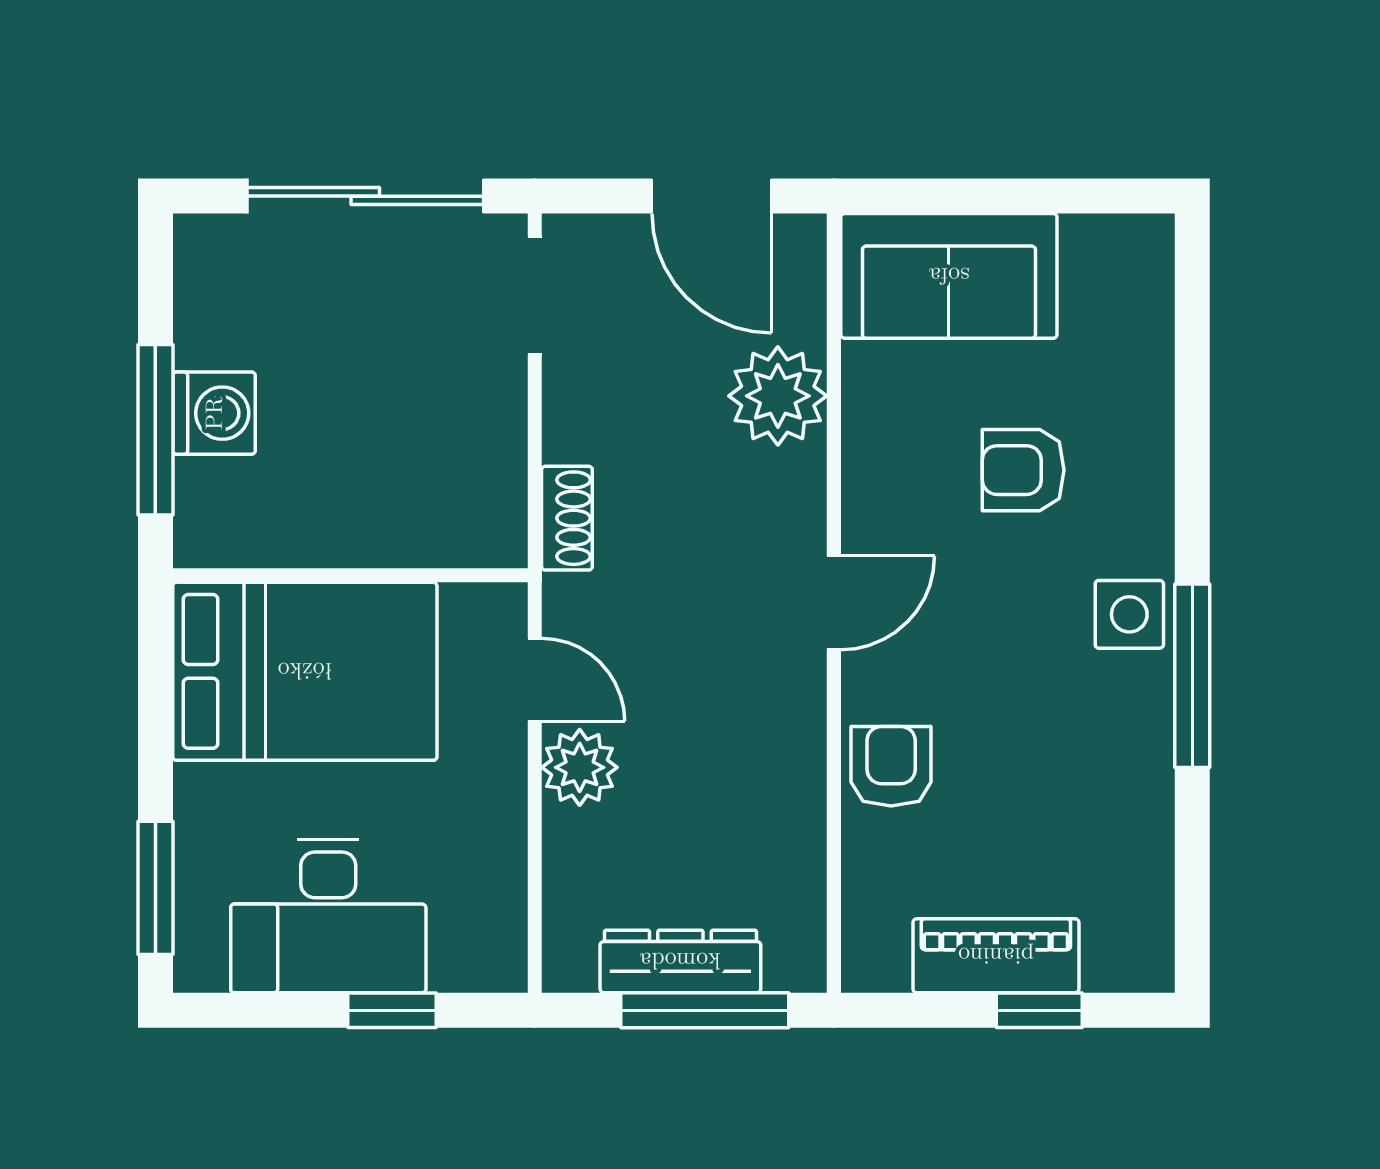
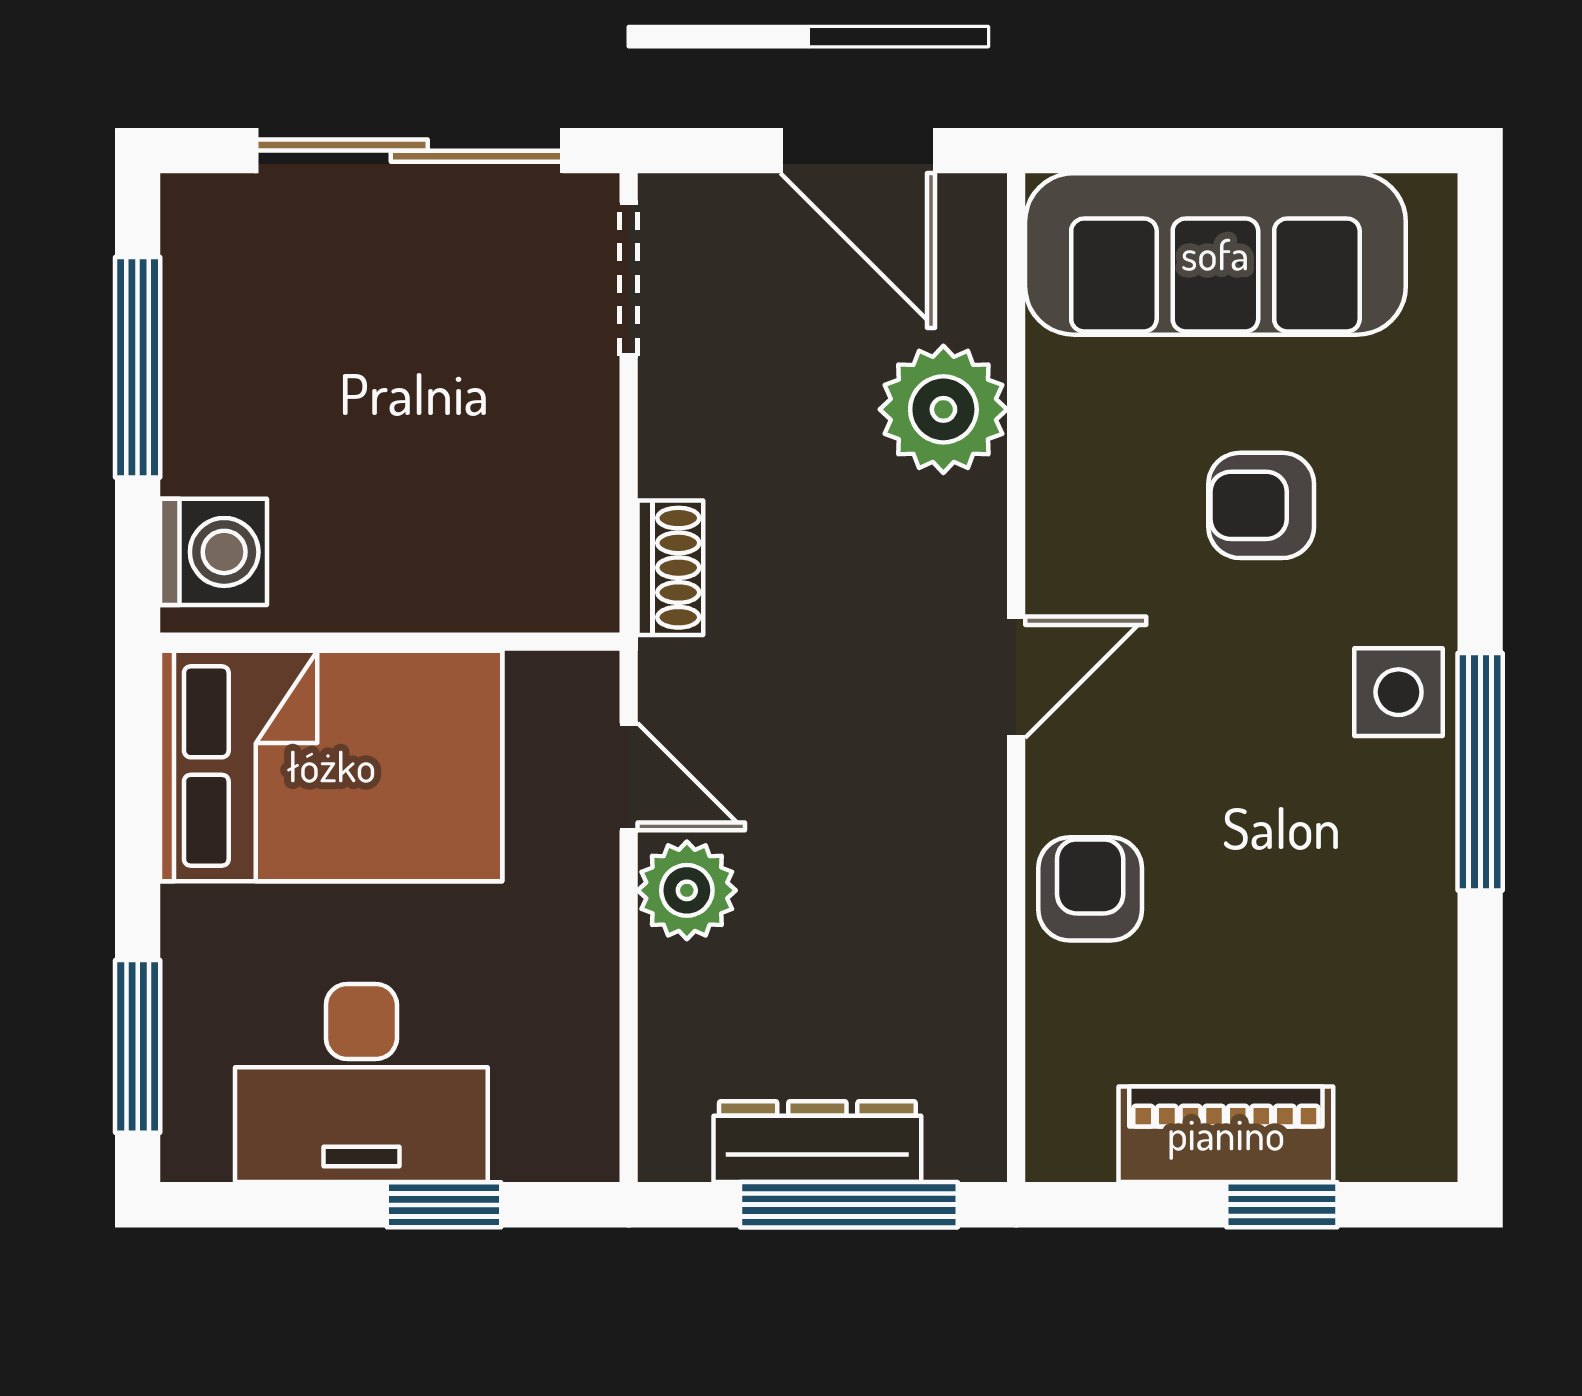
sofa: (949, 276) -> (1215, 254), width x1.36
washing machine: (214, 413) -> (213, 552), moved
window: (155, 430) -> (138, 367), moved

